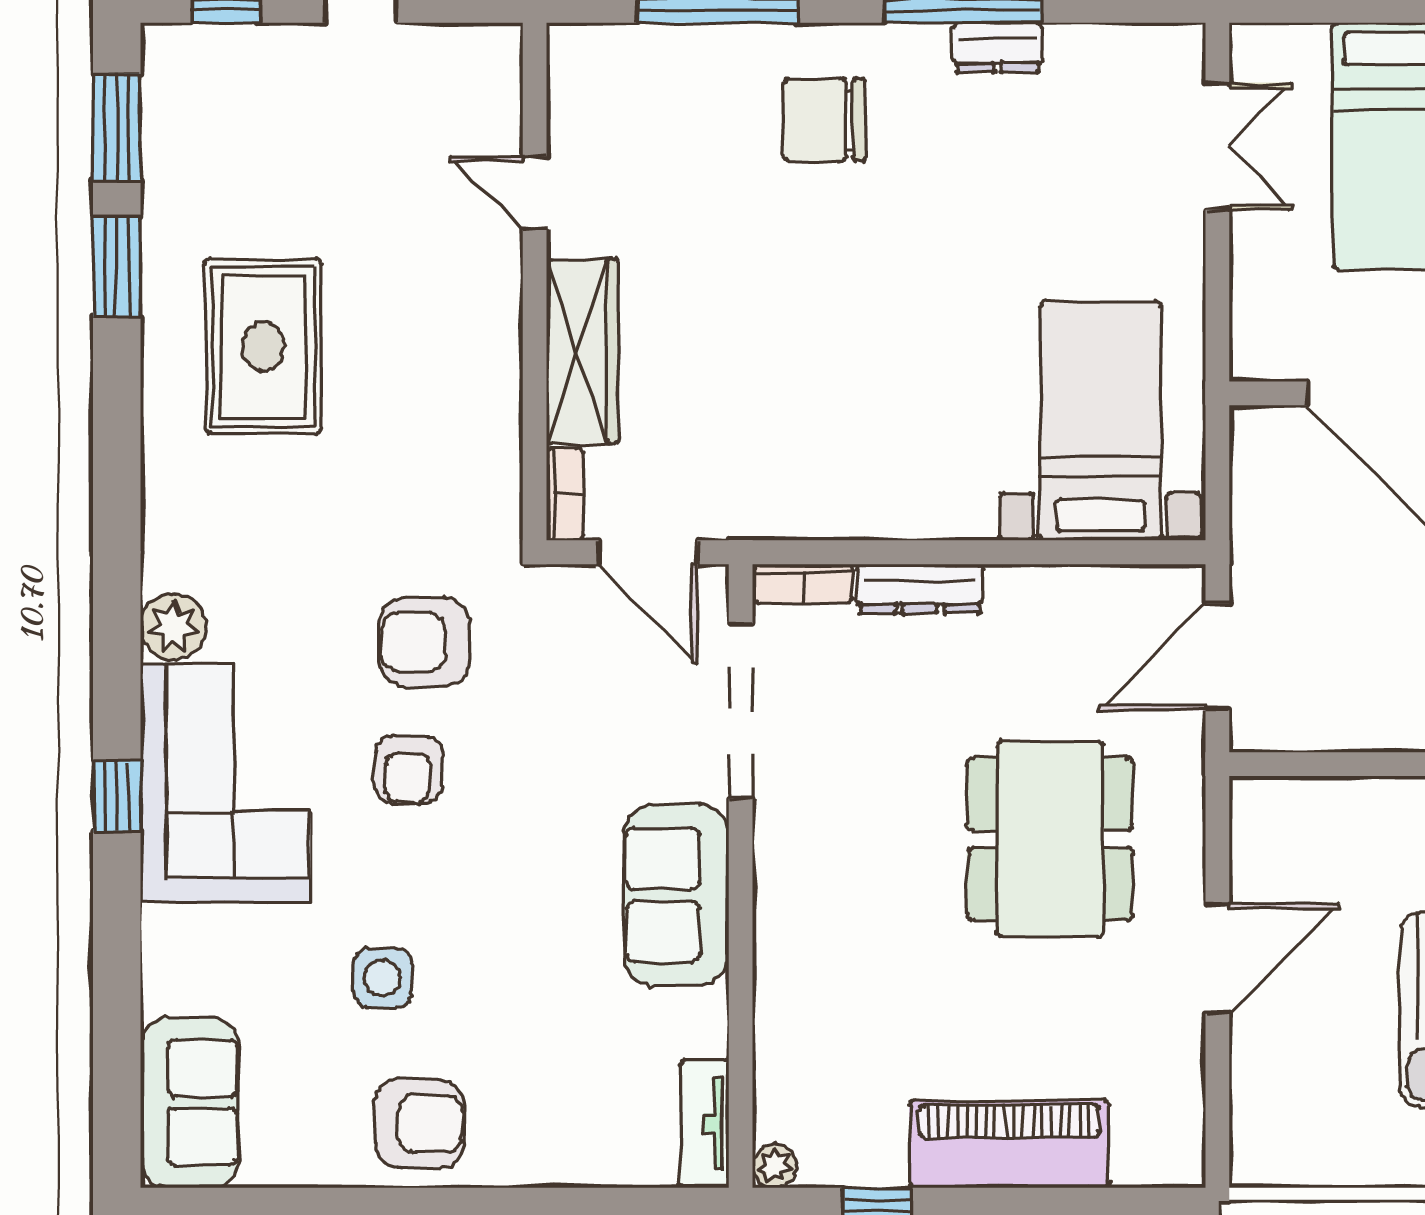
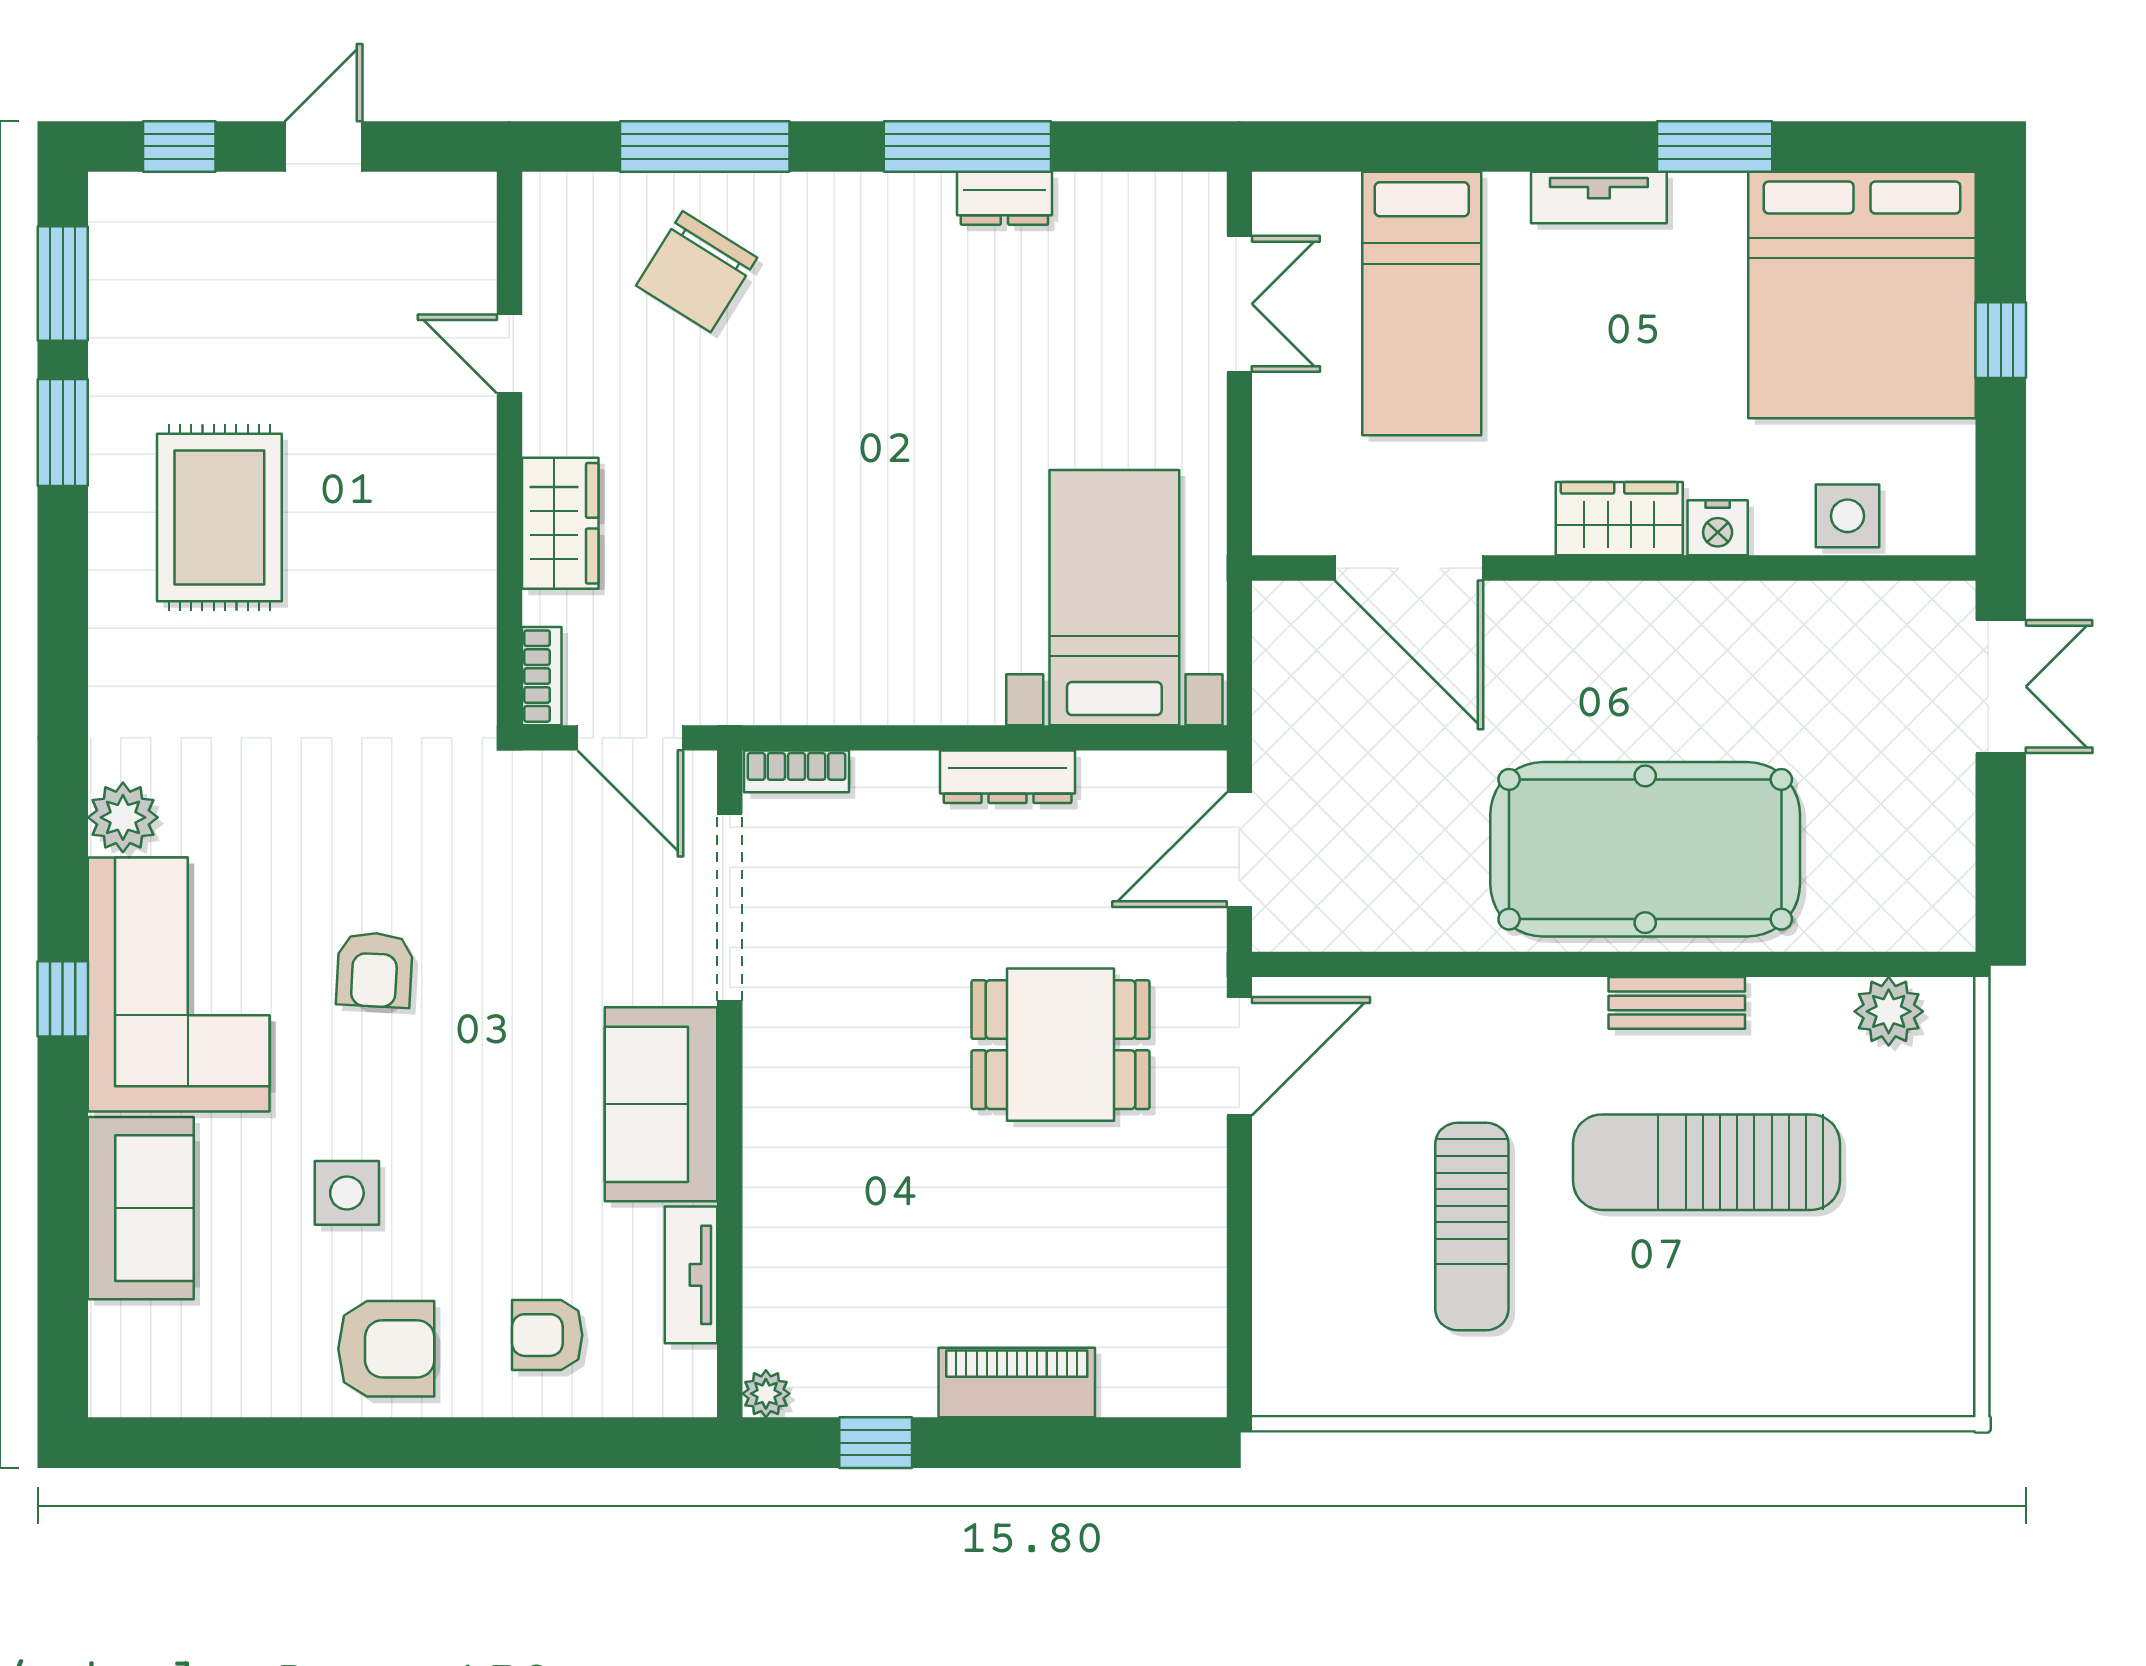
chair: (824, 120) -> (697, 272), moved, turned -58
wardrobe: (582, 351) -> (560, 523), width x0.67
dresser: (920, 589) -> (1008, 777), moved
armchair: (424, 642) -> (547, 1335), moved, width x0.72, depth x0.72
dining table: (1050, 839) -> (1060, 1045), width x0.73
door: (1217, 959) -> (1239, 1056), moved
sofa: (190, 1102) -> (141, 1208), moved
tv unit: (704, 1124) -> (691, 1275), moved
piano: (1009, 1145) -> (1017, 1382), width x0.73, depth x0.75

